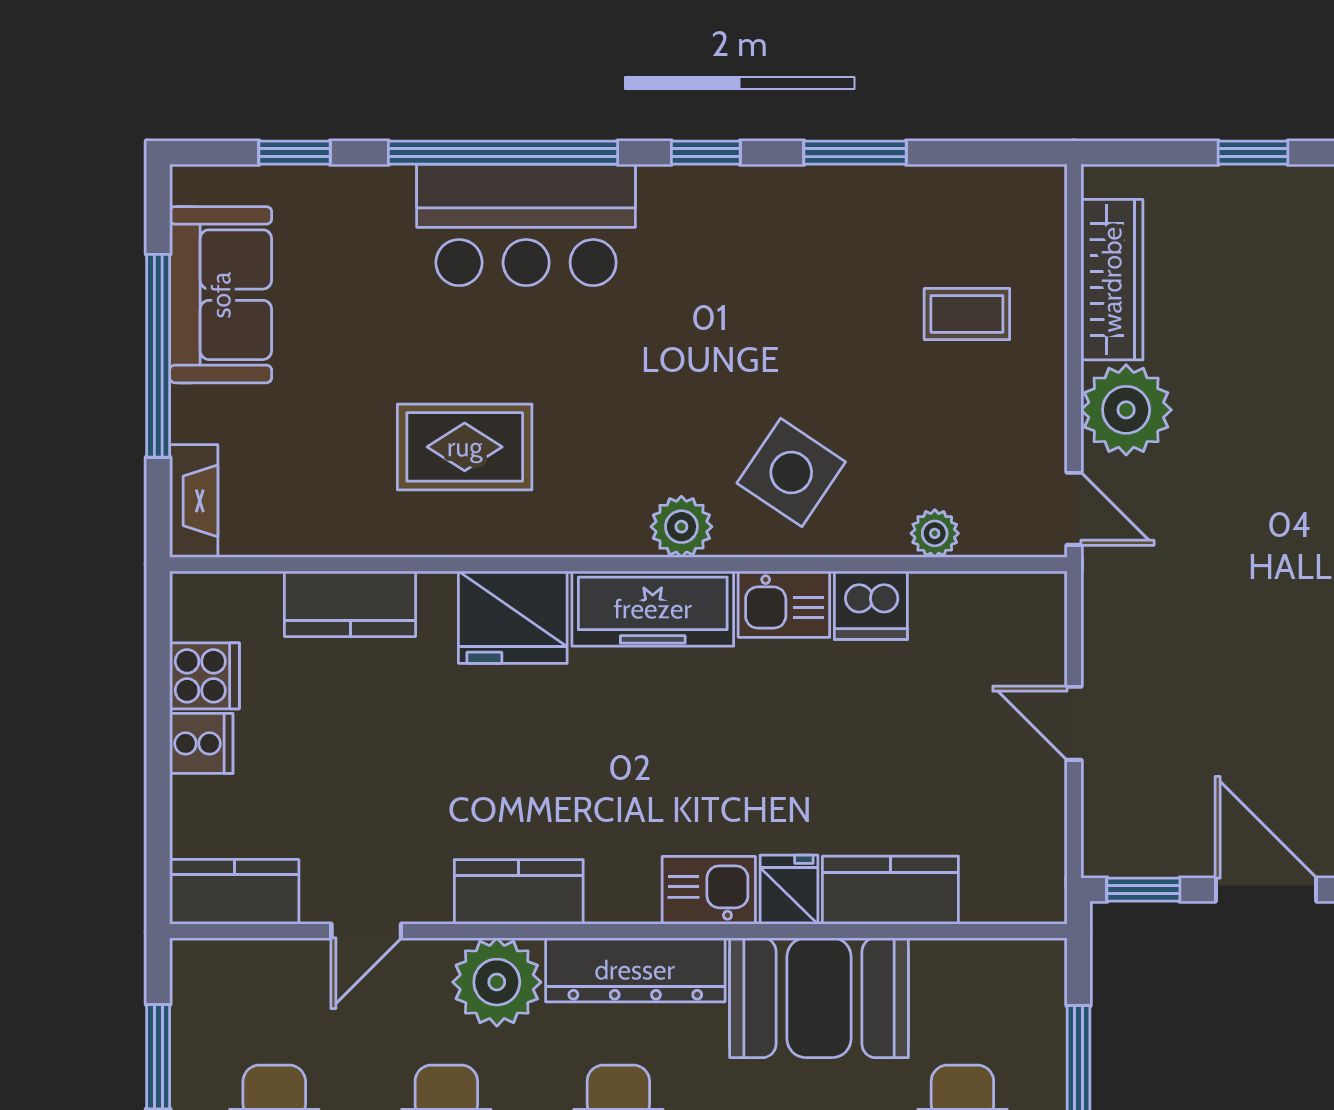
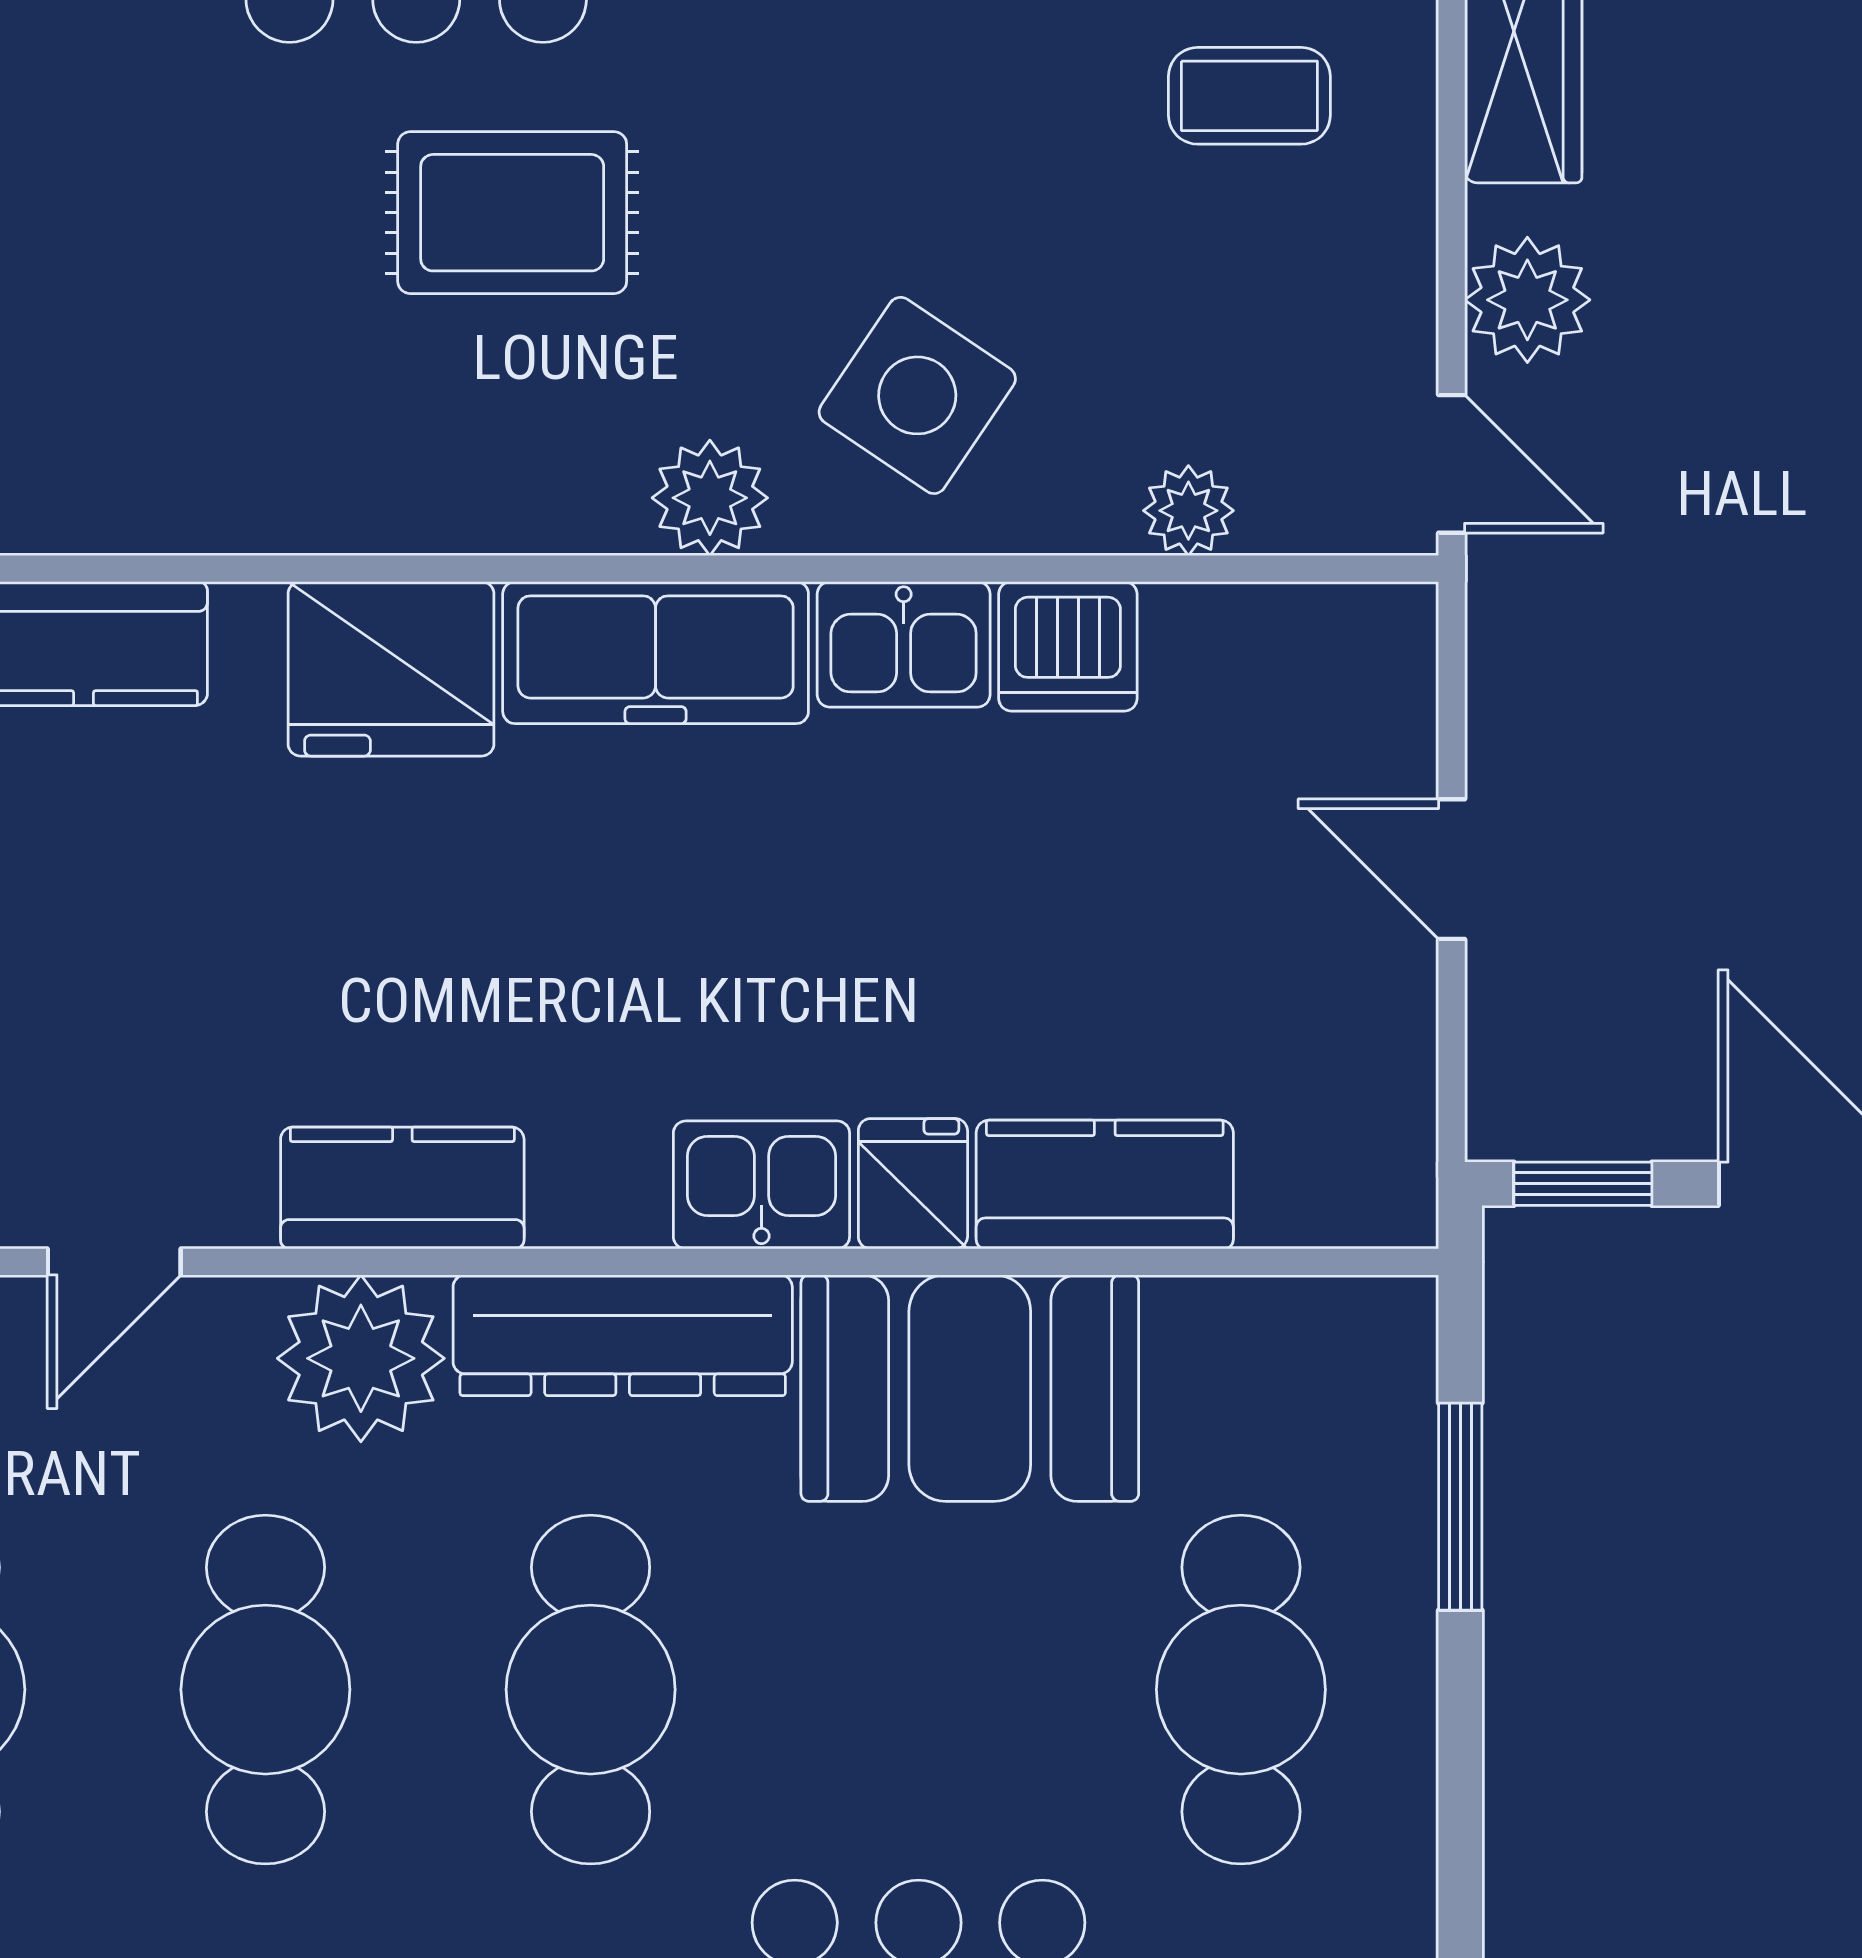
plant: (1126, 410) -> (1527, 300), width x0.73, depth x0.73
rug: (465, 447) -> (512, 213), moved

